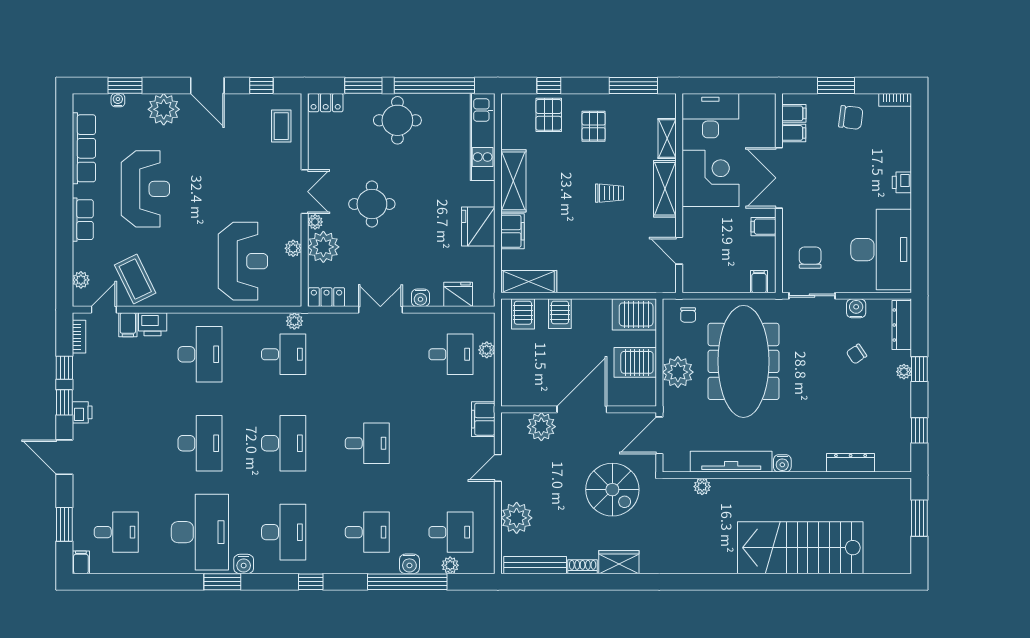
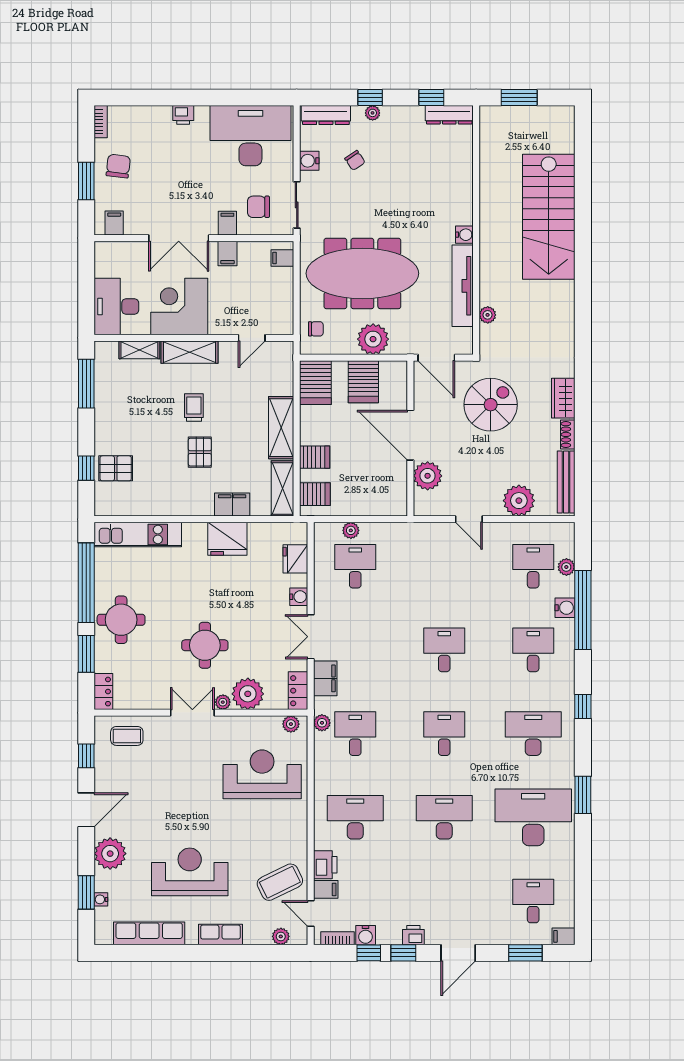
pallet: (594, 126) -> (200, 452), moved, turned 90
filing cabinet: (794, 133) -> (227, 223), moved
shelving: (513, 181) -> (281, 428), moved, turned 90
plant: (293, 248) -> (291, 724), moved
filing cabinet: (483, 419) -> (325, 678), moved, turned -90
desk: (284, 443) -> (444, 734), width x0.73
dresser: (851, 463) -> (449, 115), moved, turned -90
water cooler: (244, 564) -> (366, 935), moved, turned 90

